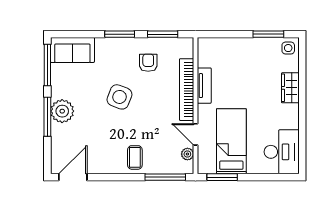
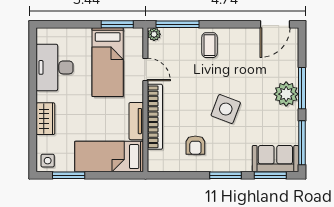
window: (163, 34) -> (270, 175), moved
bed: (230, 52) -> (109, 157), added
desk: (282, 152) -> (55, 67), moved
plant: (187, 154) -> (154, 34), moved

